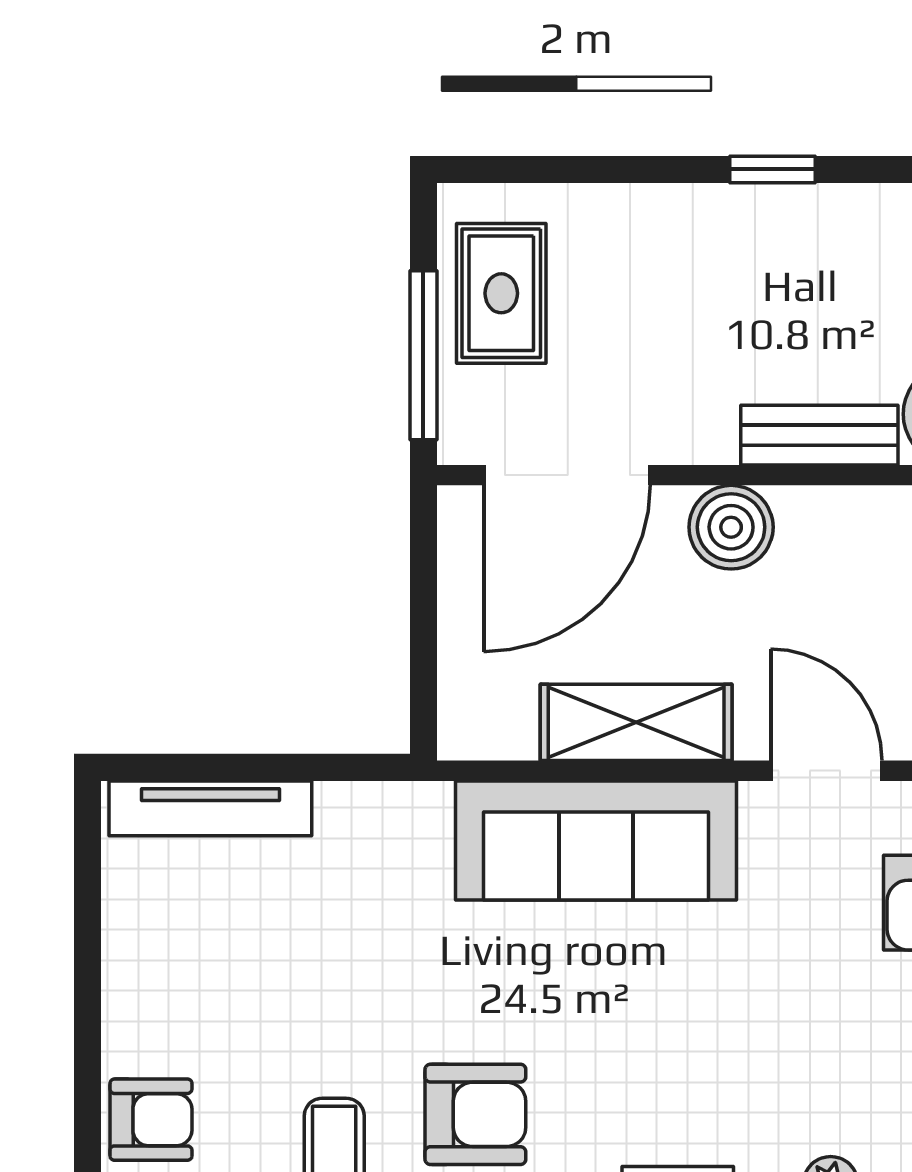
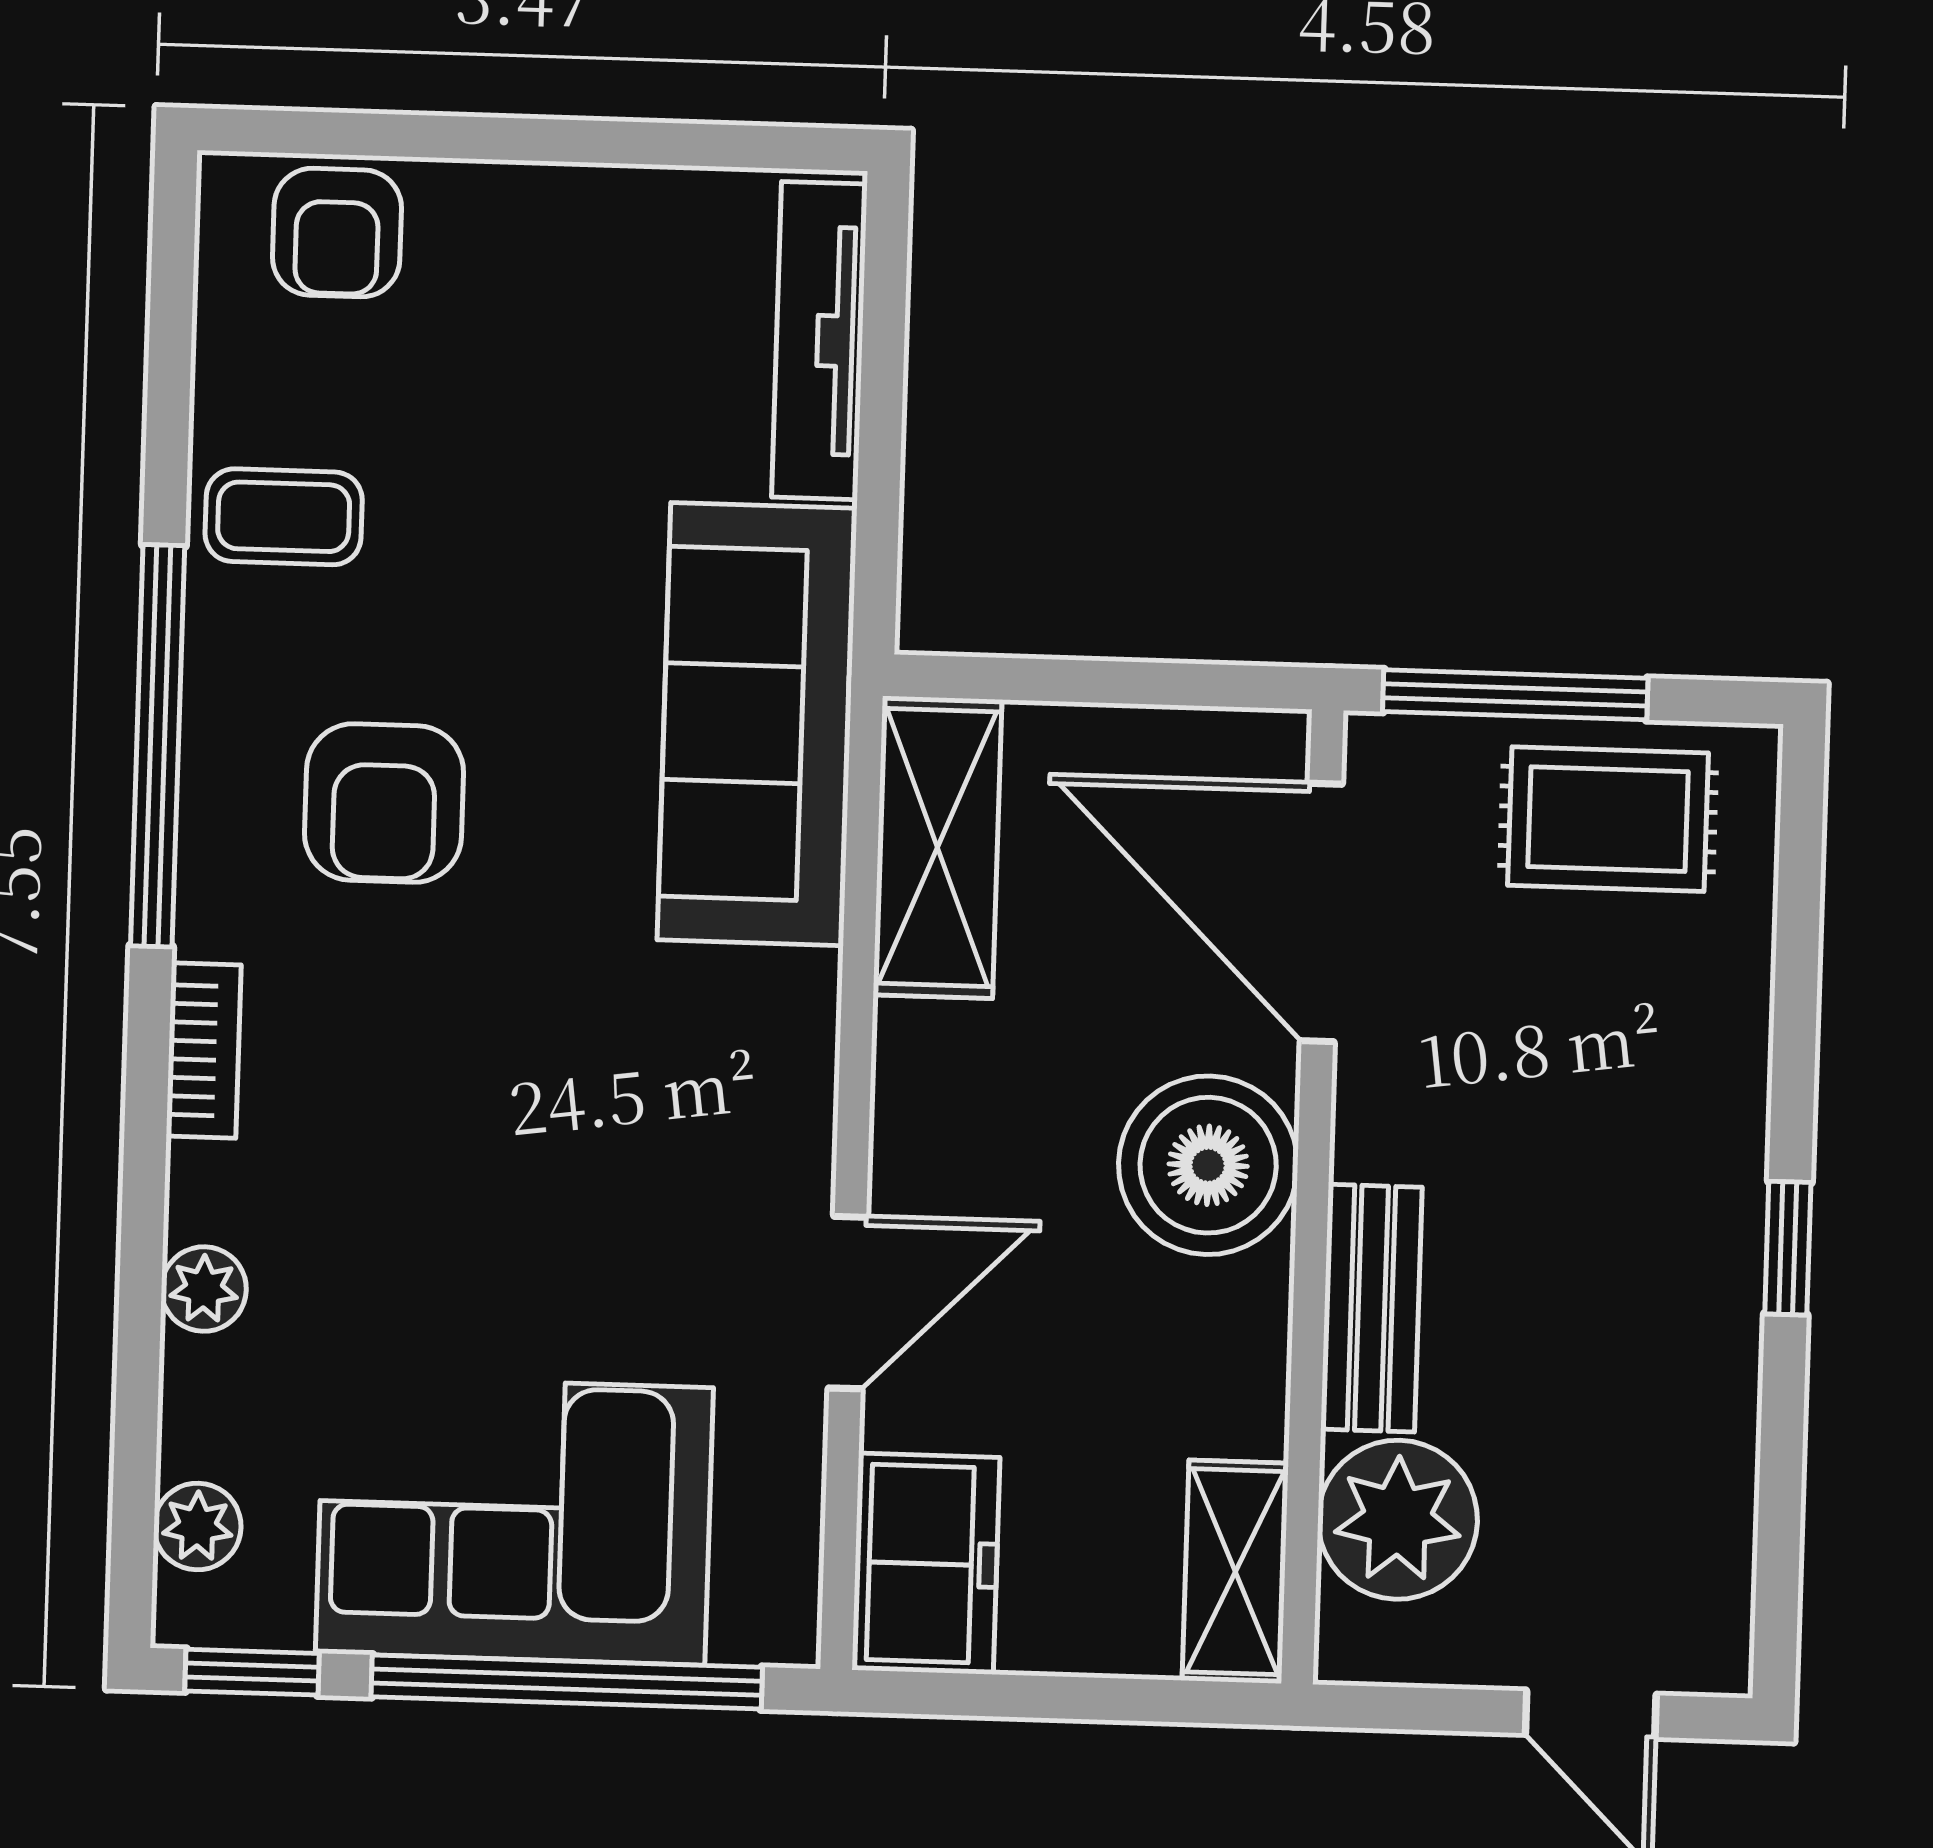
boiler: (731, 527) -> (1208, 1165), width x1.37, depth x1.37
shelving: (636, 722) -> (937, 848), moved
sofa: (596, 841) -> (757, 724), moved
armchair: (475, 1114) -> (384, 803), moved

